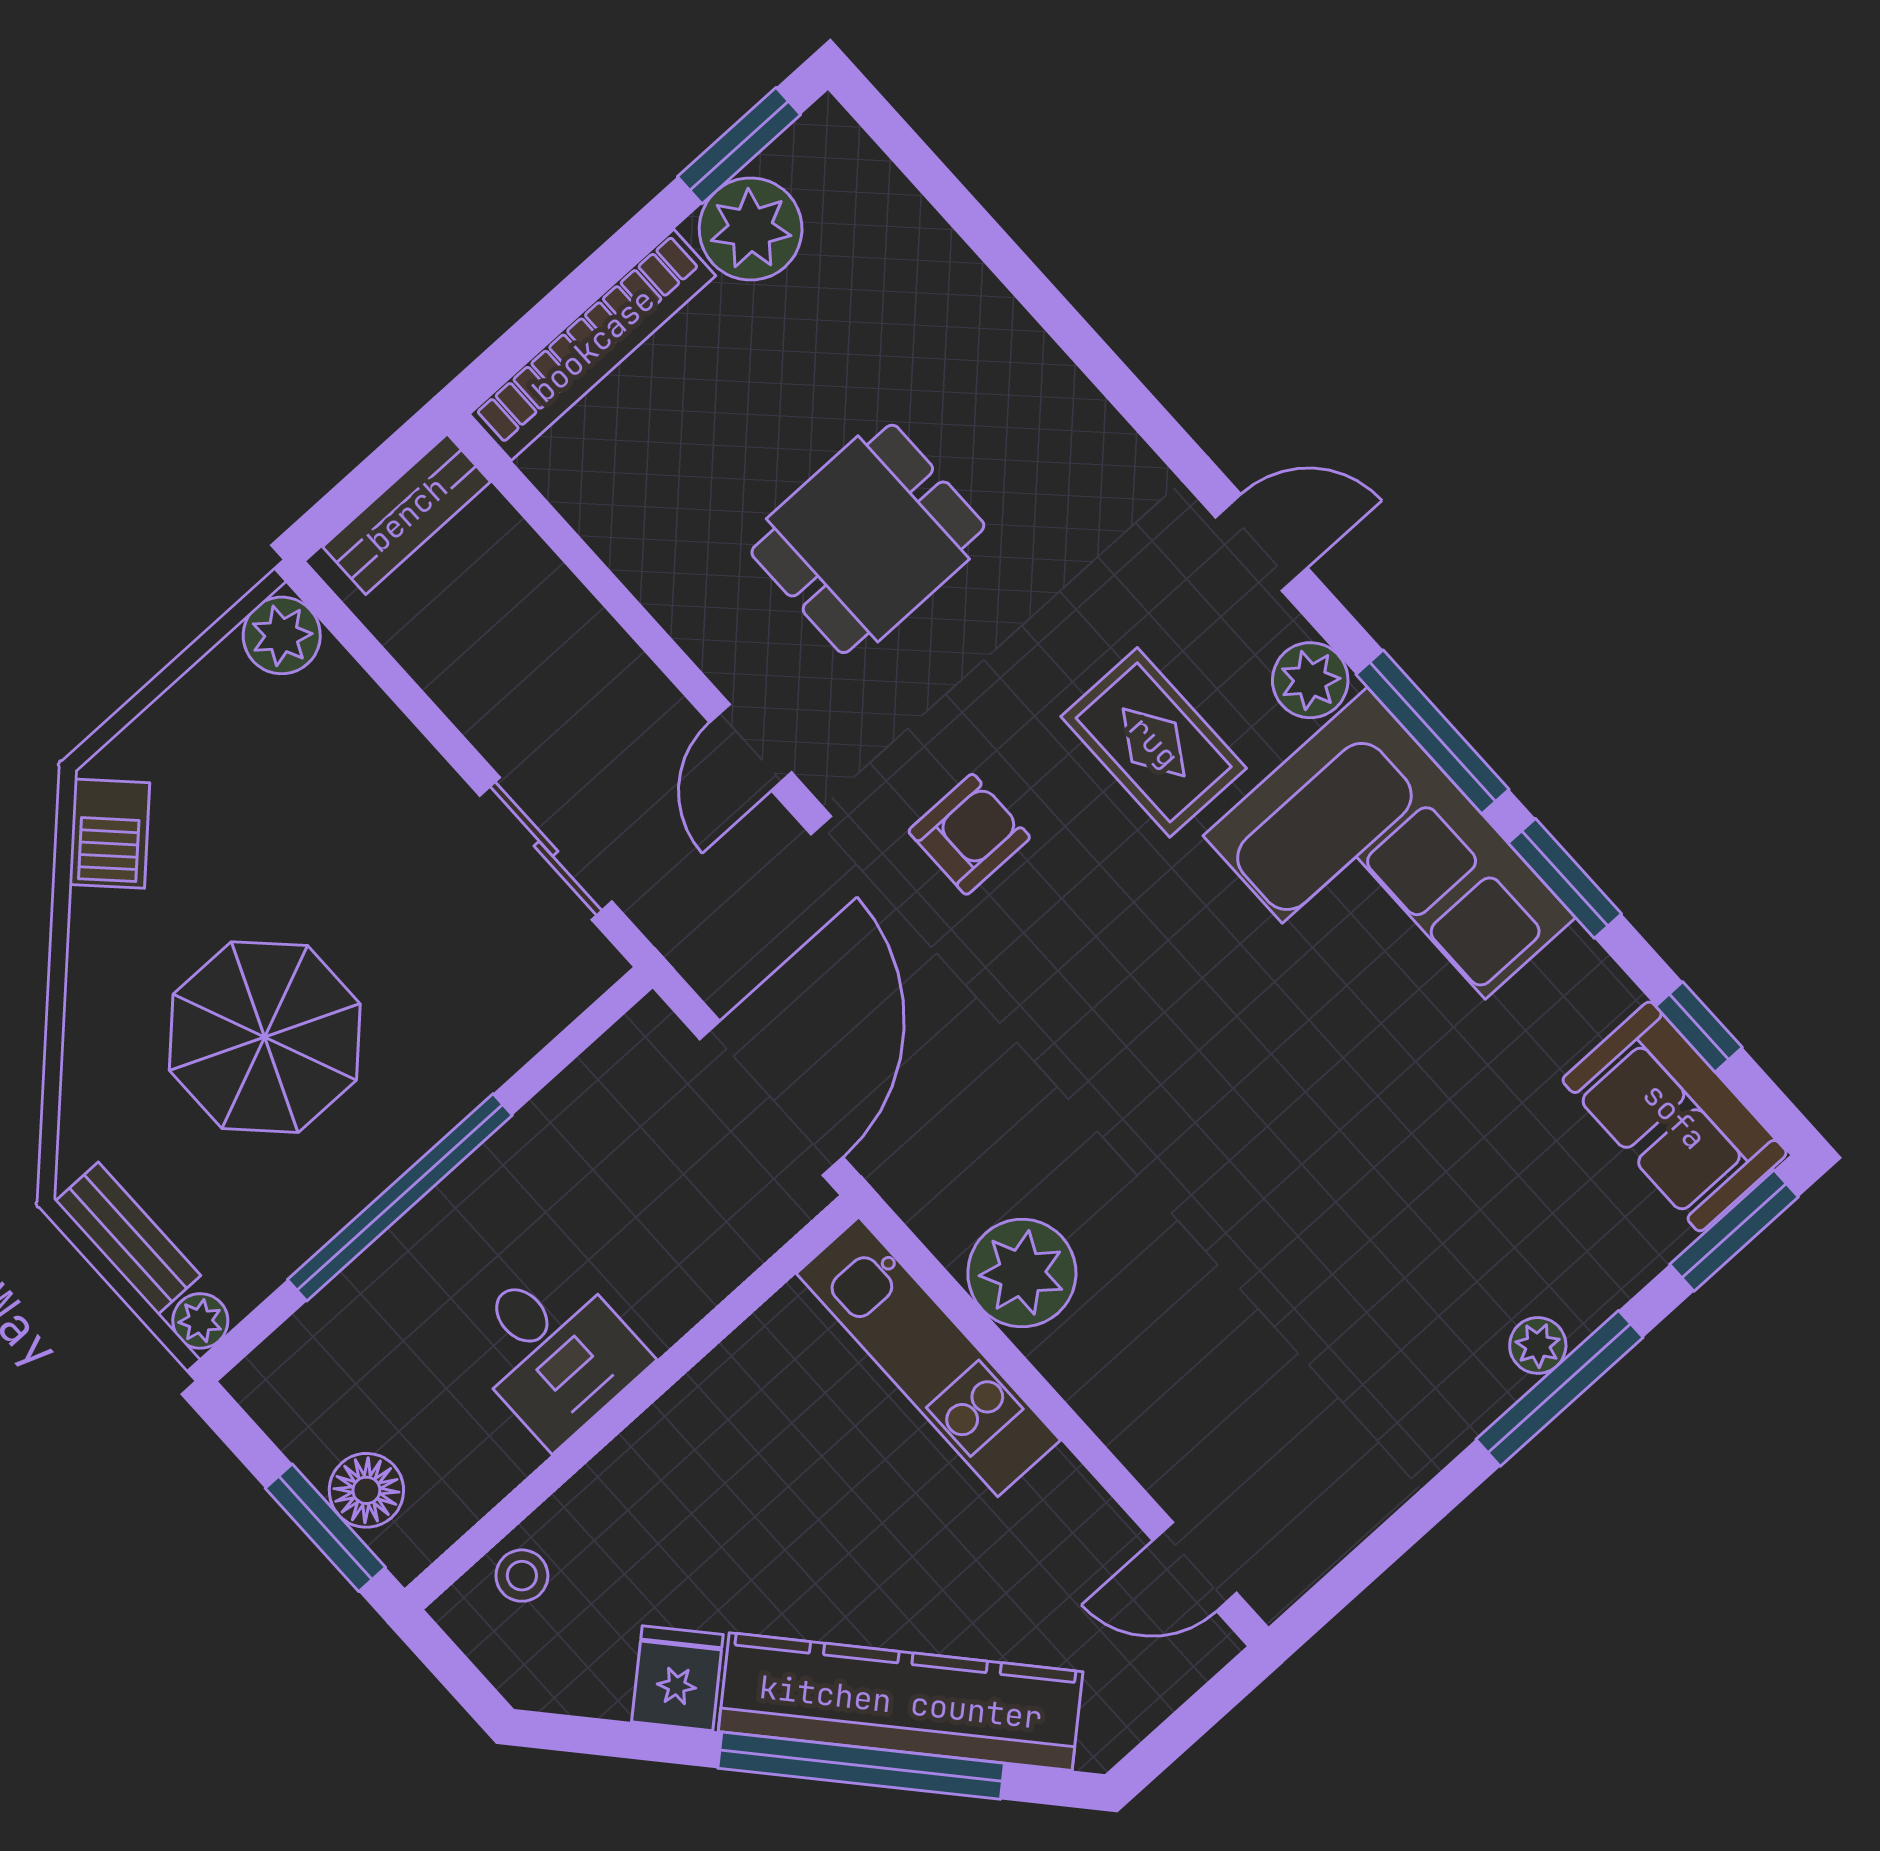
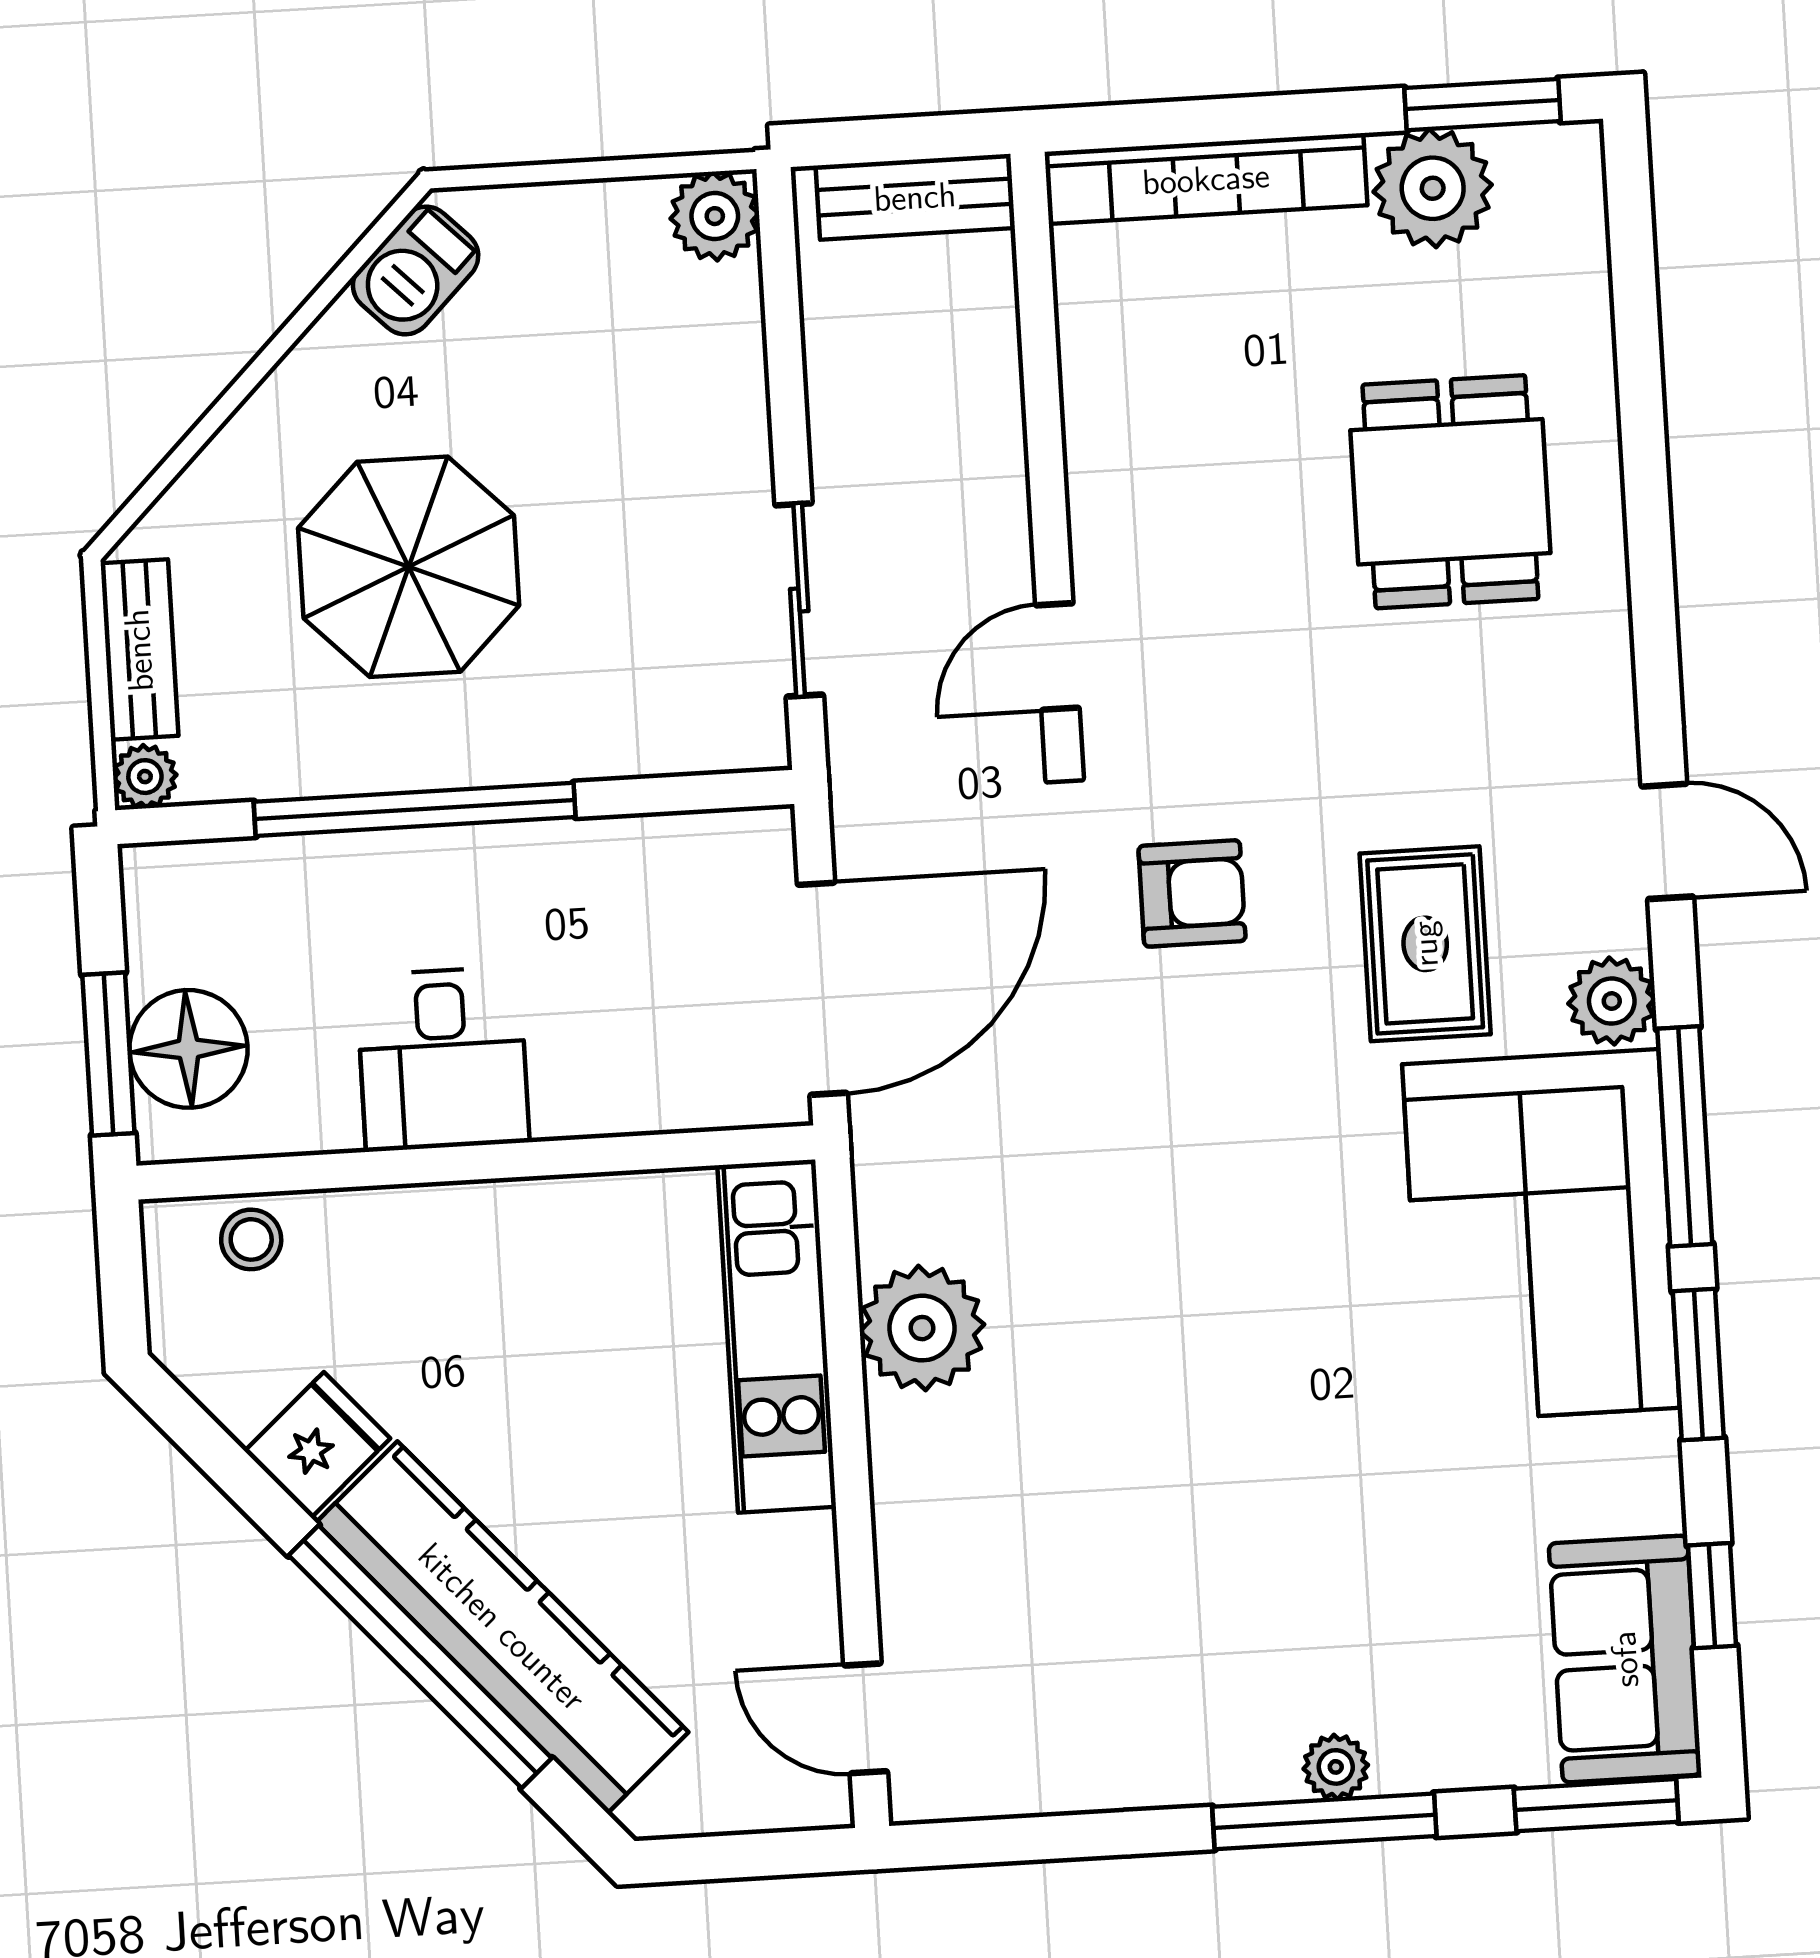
dining table: (868, 539) -> (1450, 492), moved, turned 90
floor lamp: (366, 1490) -> (188, 1049), width x1.38, depth x1.38

